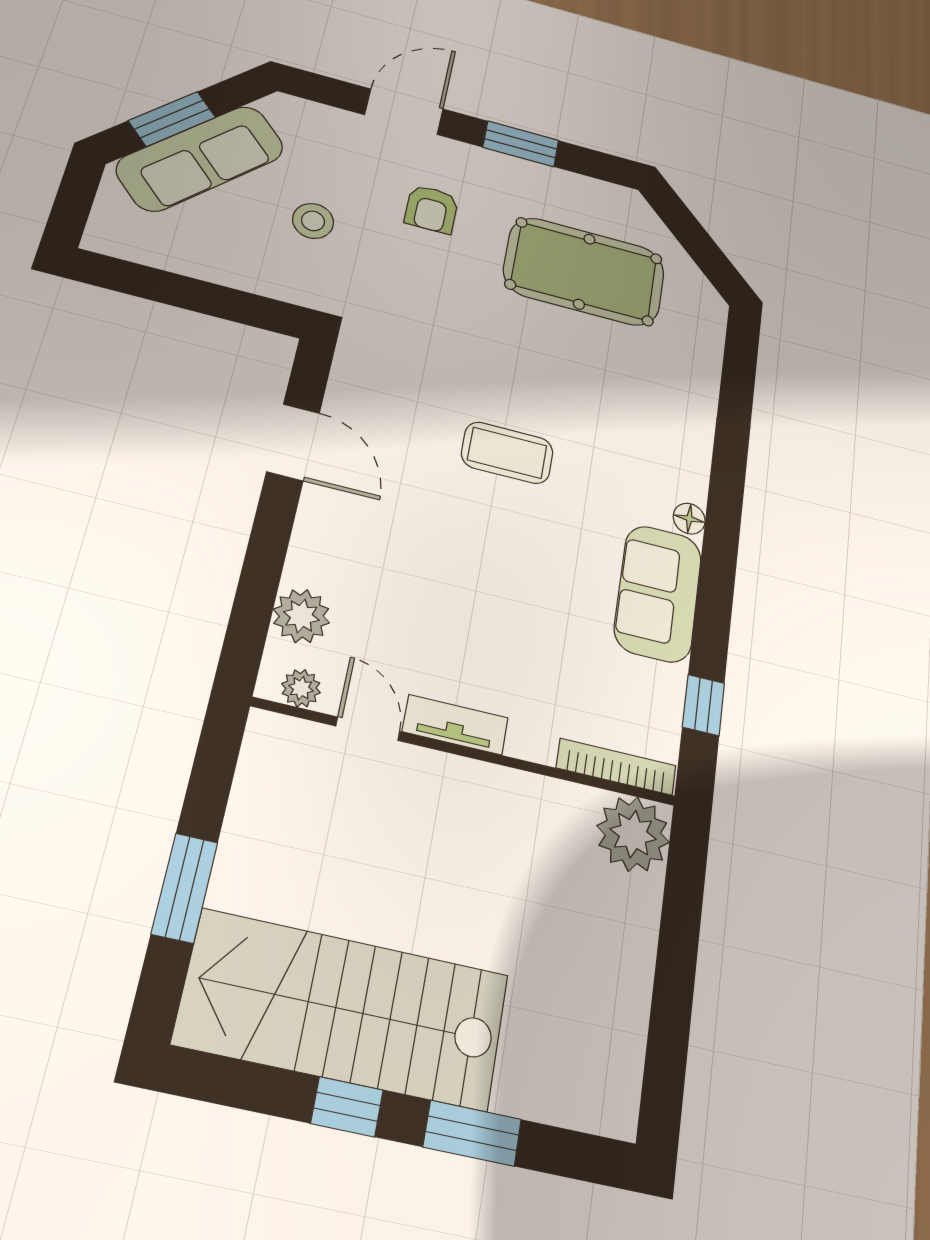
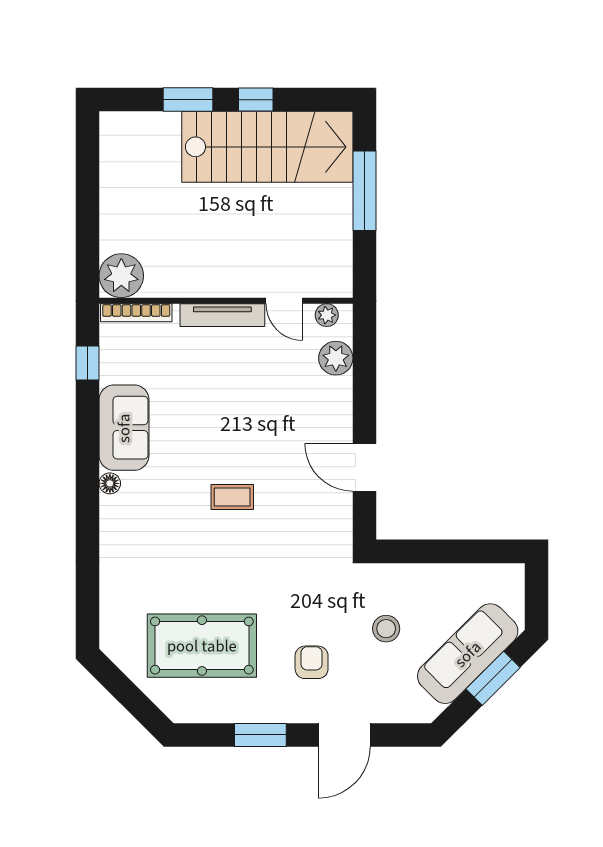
coffee table: (507, 453) -> (232, 497), width x0.73, depth x0.77
tv unit: (455, 725) -> (222, 315), width x1.41
window: (185, 888) -> (364, 191), width x1.44

